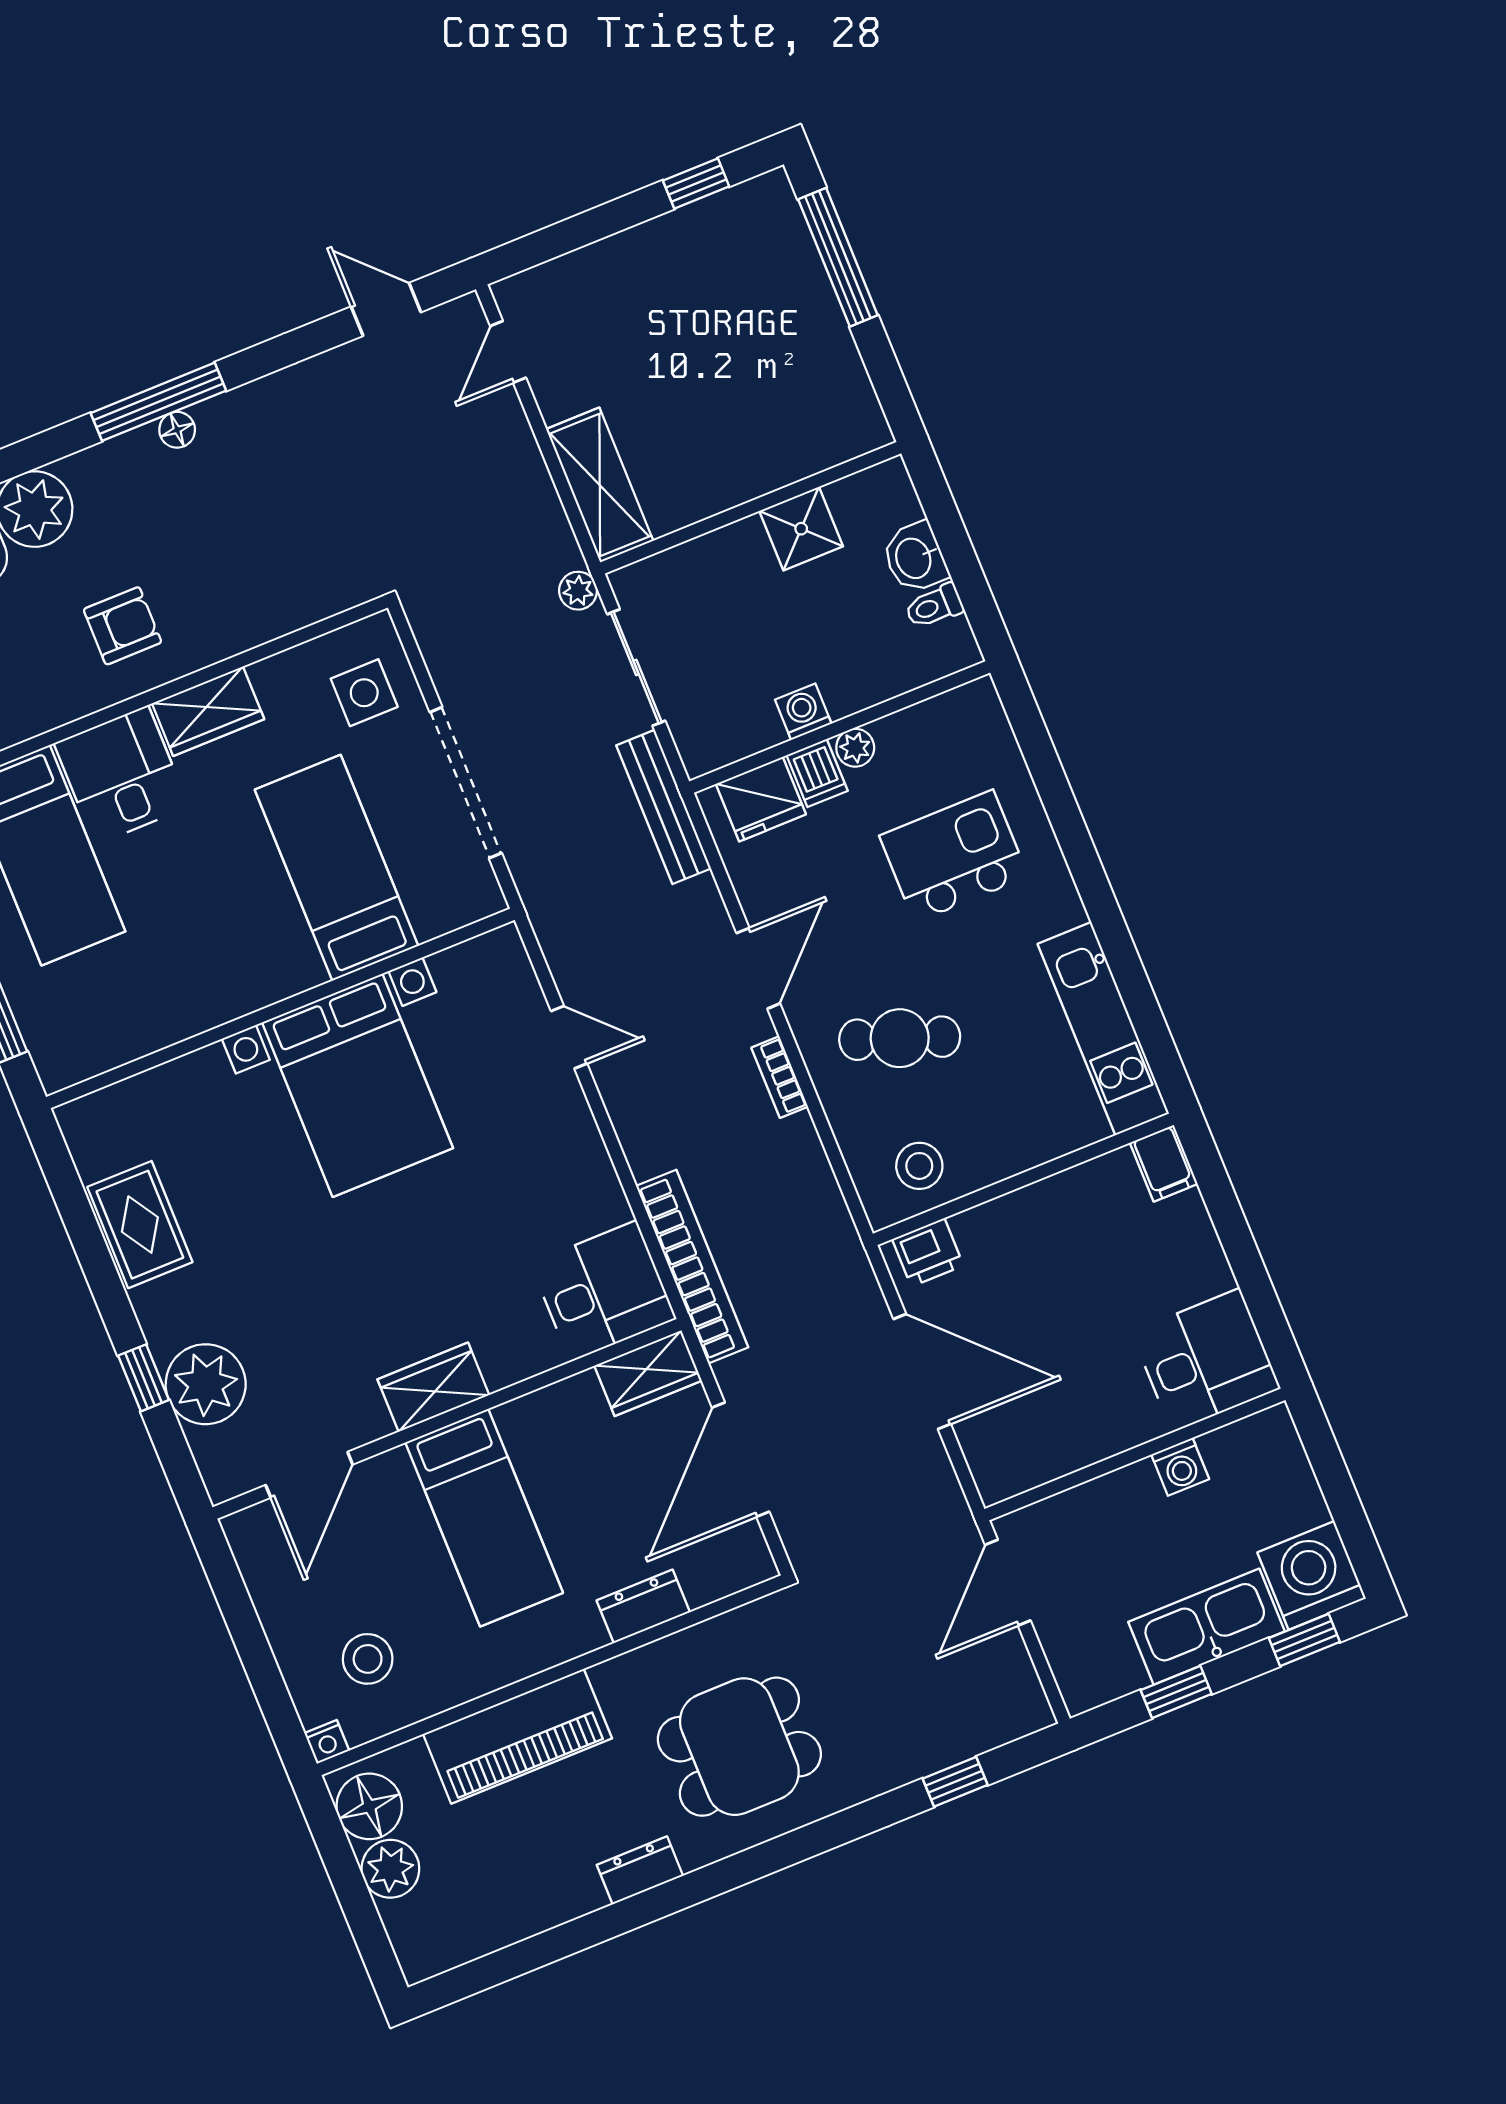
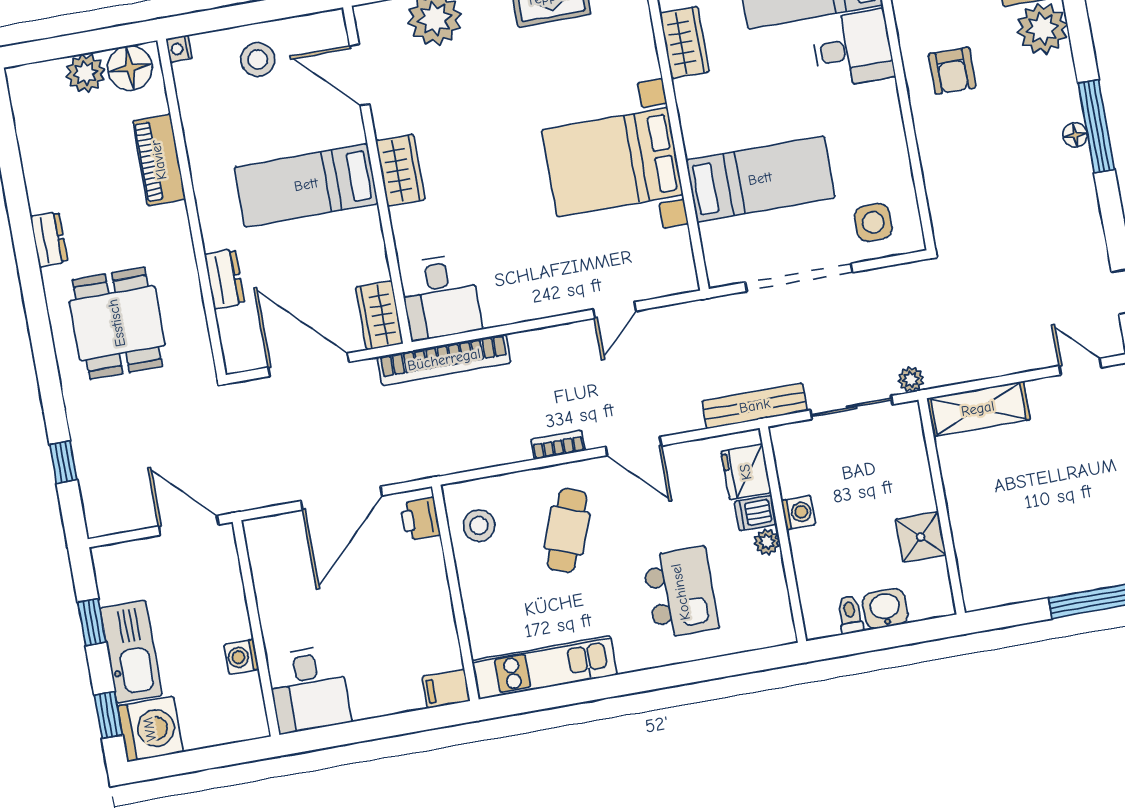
wardrobe: (208, 711) -> (684, 43), moved, turned 180
stool: (368, 1659) -> (258, 59), moved
piano: (517, 1736) -> (159, 160), width x0.73, depth x0.75

